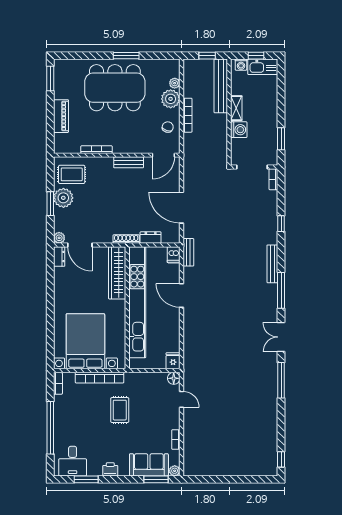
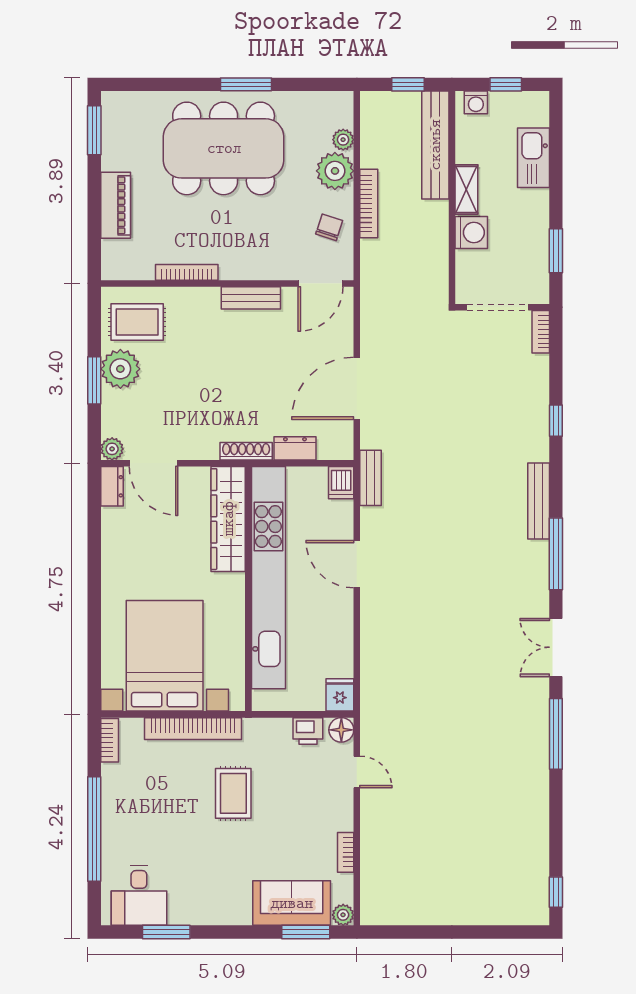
kitchen sink: (263, 67) -> (533, 158), moved, turned 90
door: (181, 208) -> (357, 388), hinge flipped
printer: (110, 469) -> (308, 731), moved, turned 180

